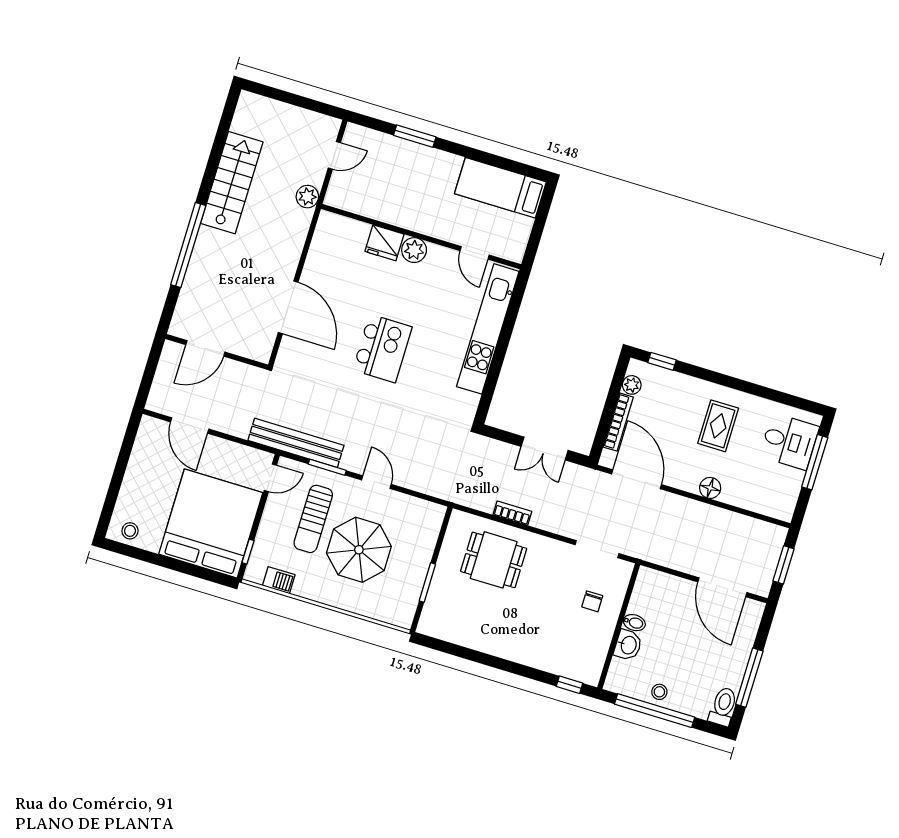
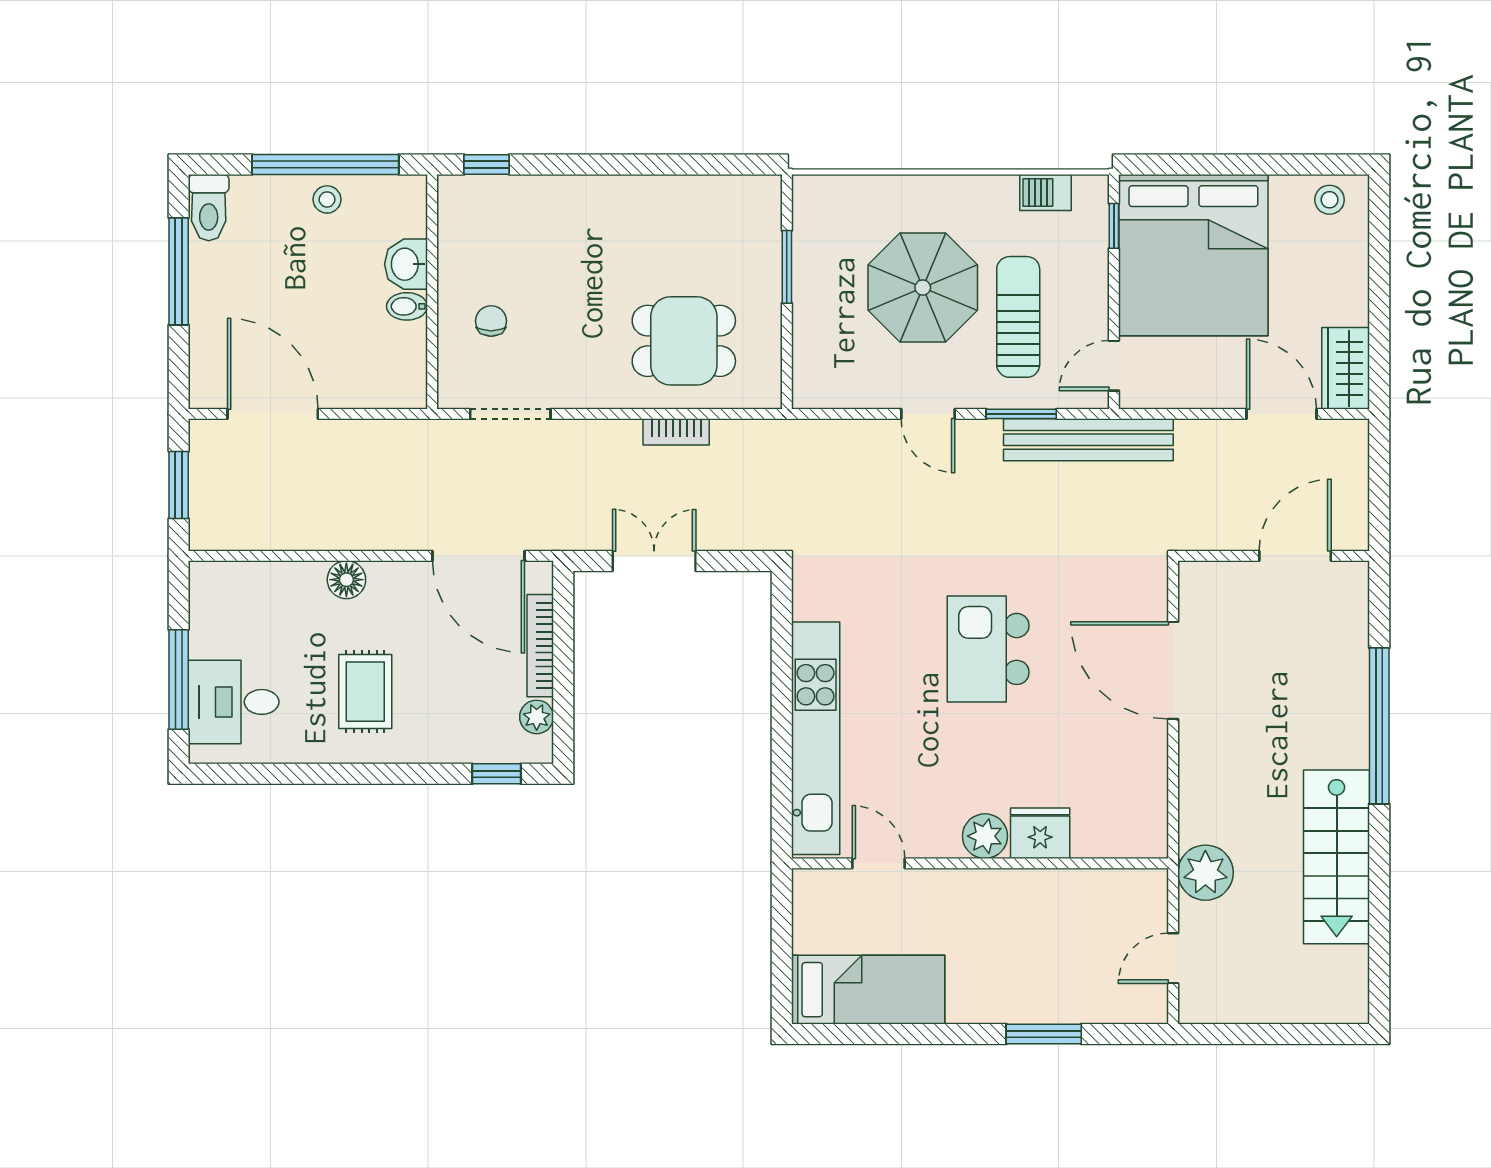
plant: (307, 197) -> (1205, 873), width x1.36, depth x1.36
wardrobe: (149, 439) -> (1346, 368), added

